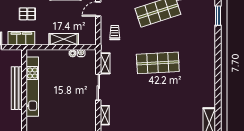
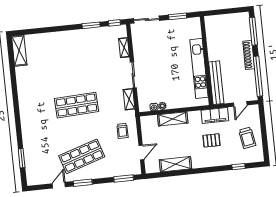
bench: (17, 88) -> (216, 83), moved

